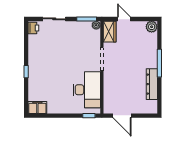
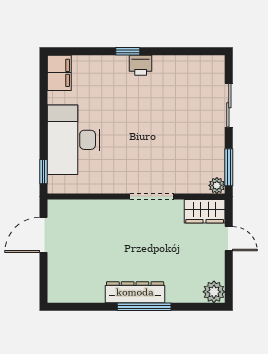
door: (124, 19) -> (229, 239), hinge flipped
printer: (33, 28) -> (141, 65), moved
dresser: (152, 84) -> (135, 292), moved
desk: (87, 90) -> (74, 140), moved, turned 90

